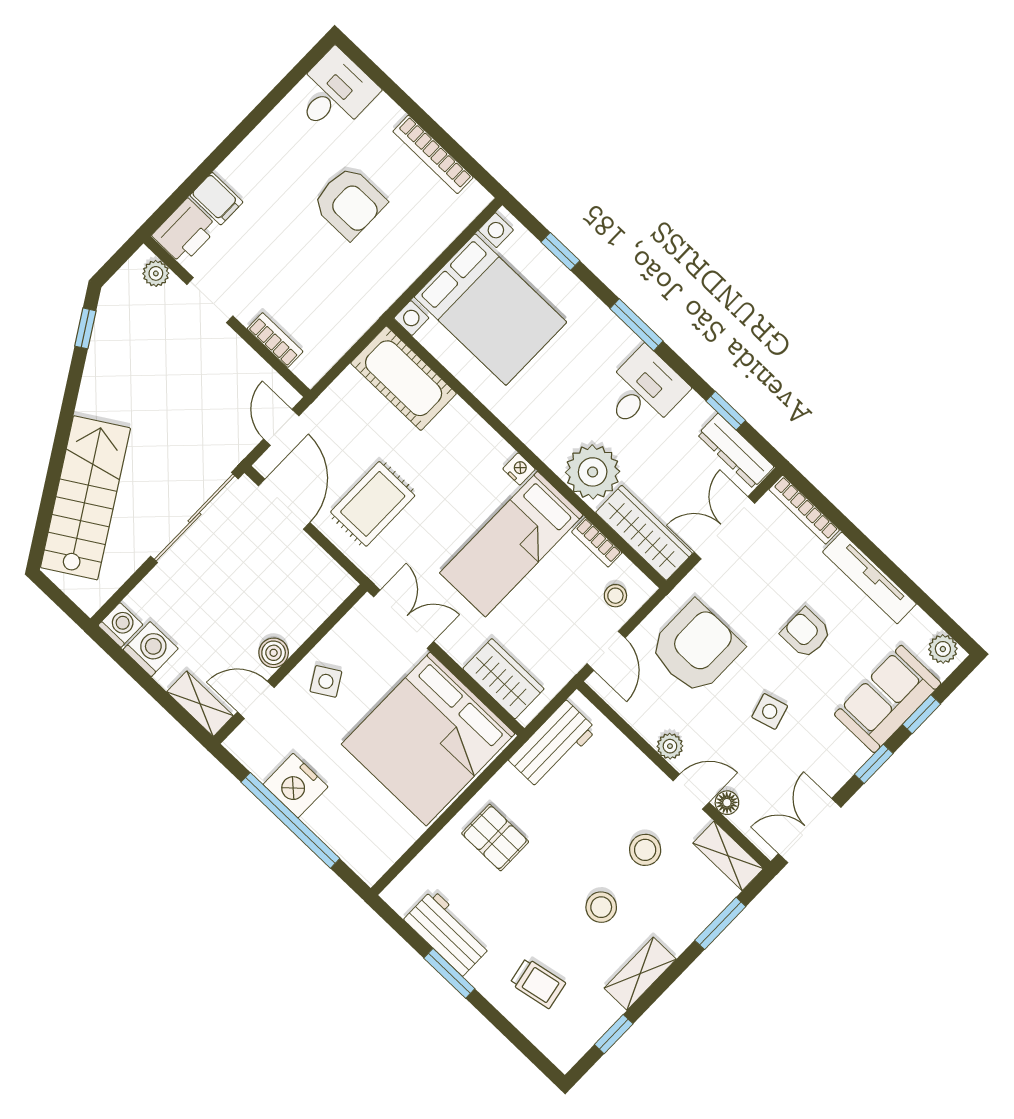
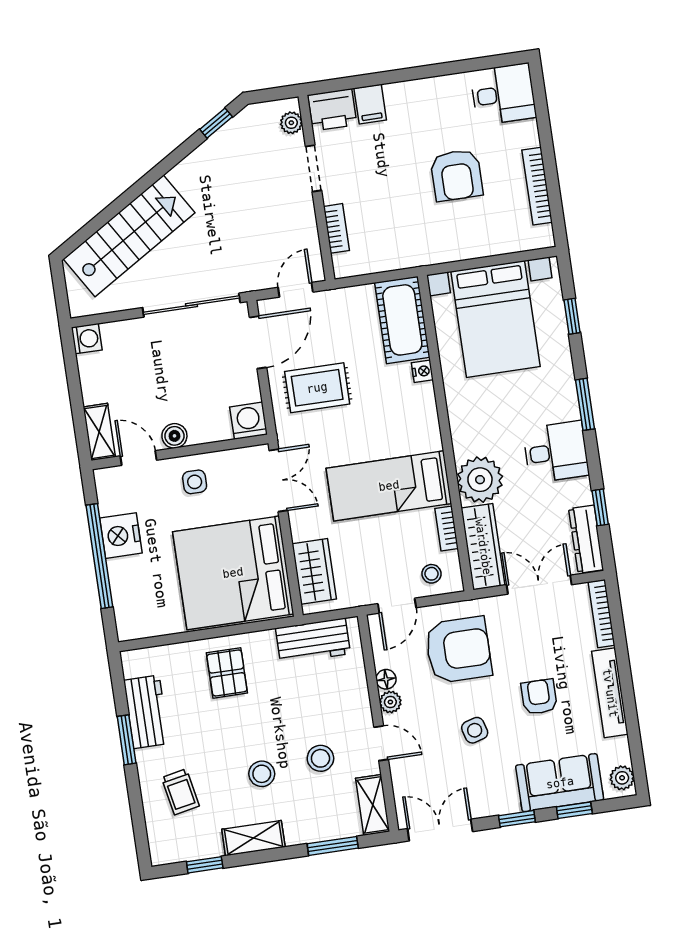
nightstand: (519, 469) -> (422, 371), moved
washing machine: (151, 649) -> (248, 421), moved, turned -90
side table: (326, 681) -> (195, 482), turned 31
floor lamp: (727, 803) -> (386, 679), moved

